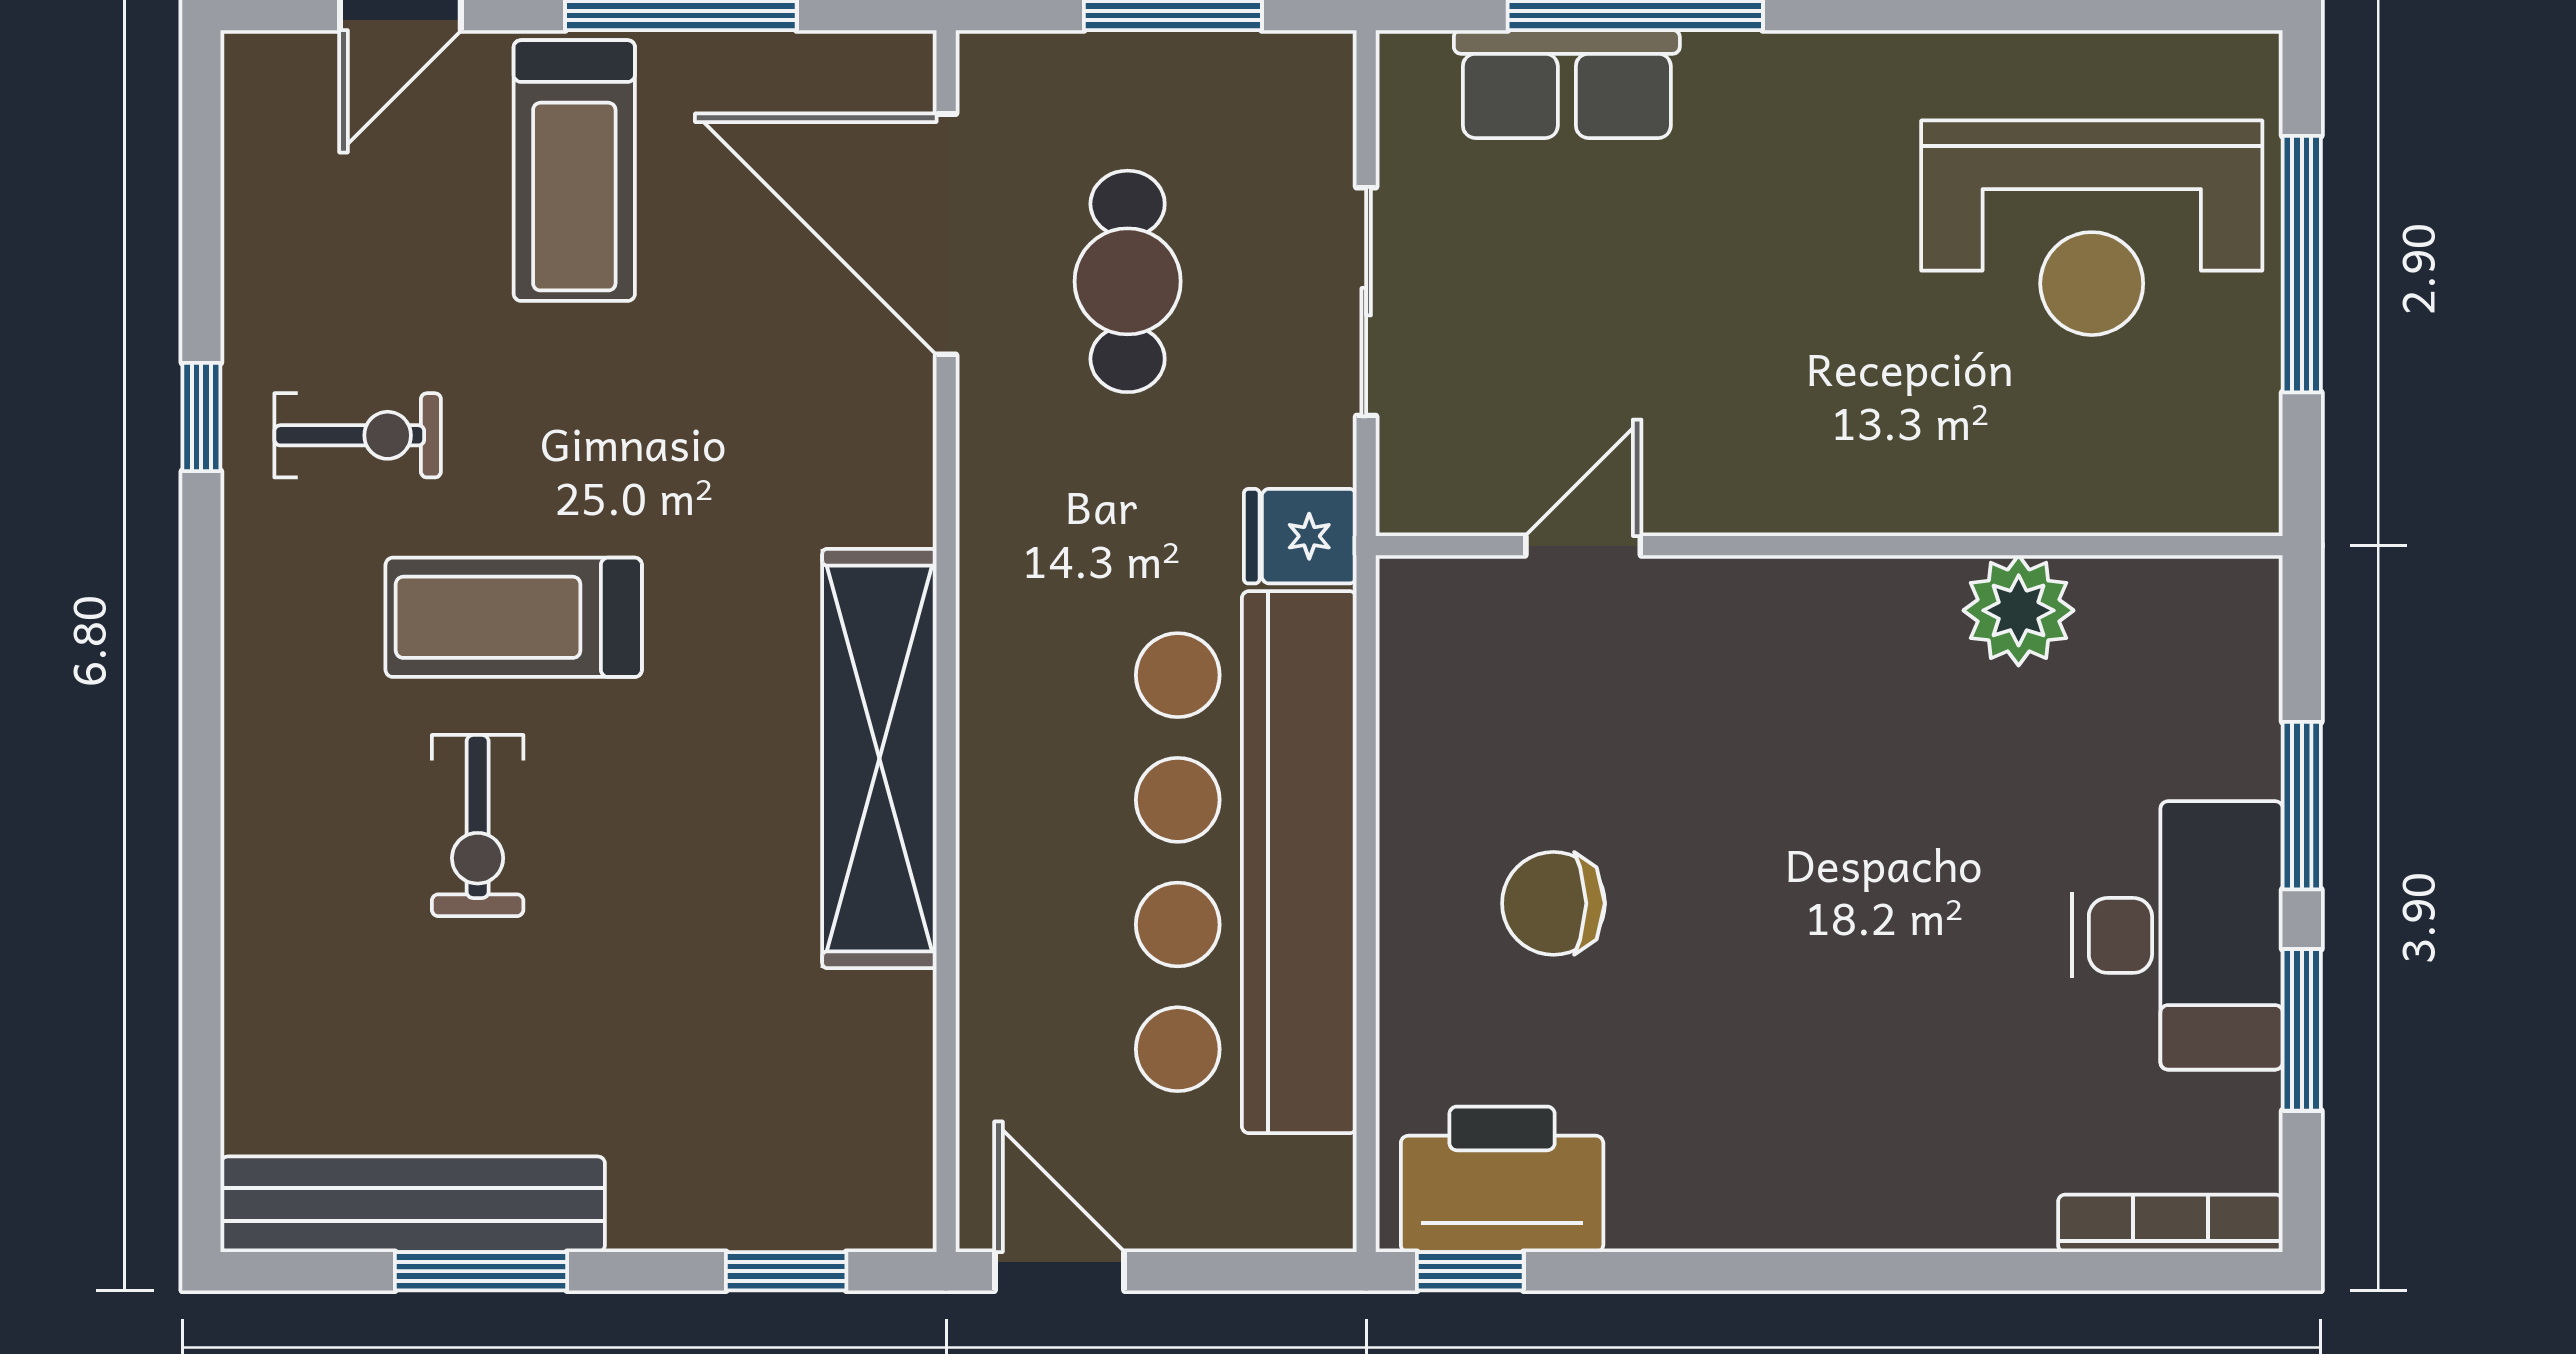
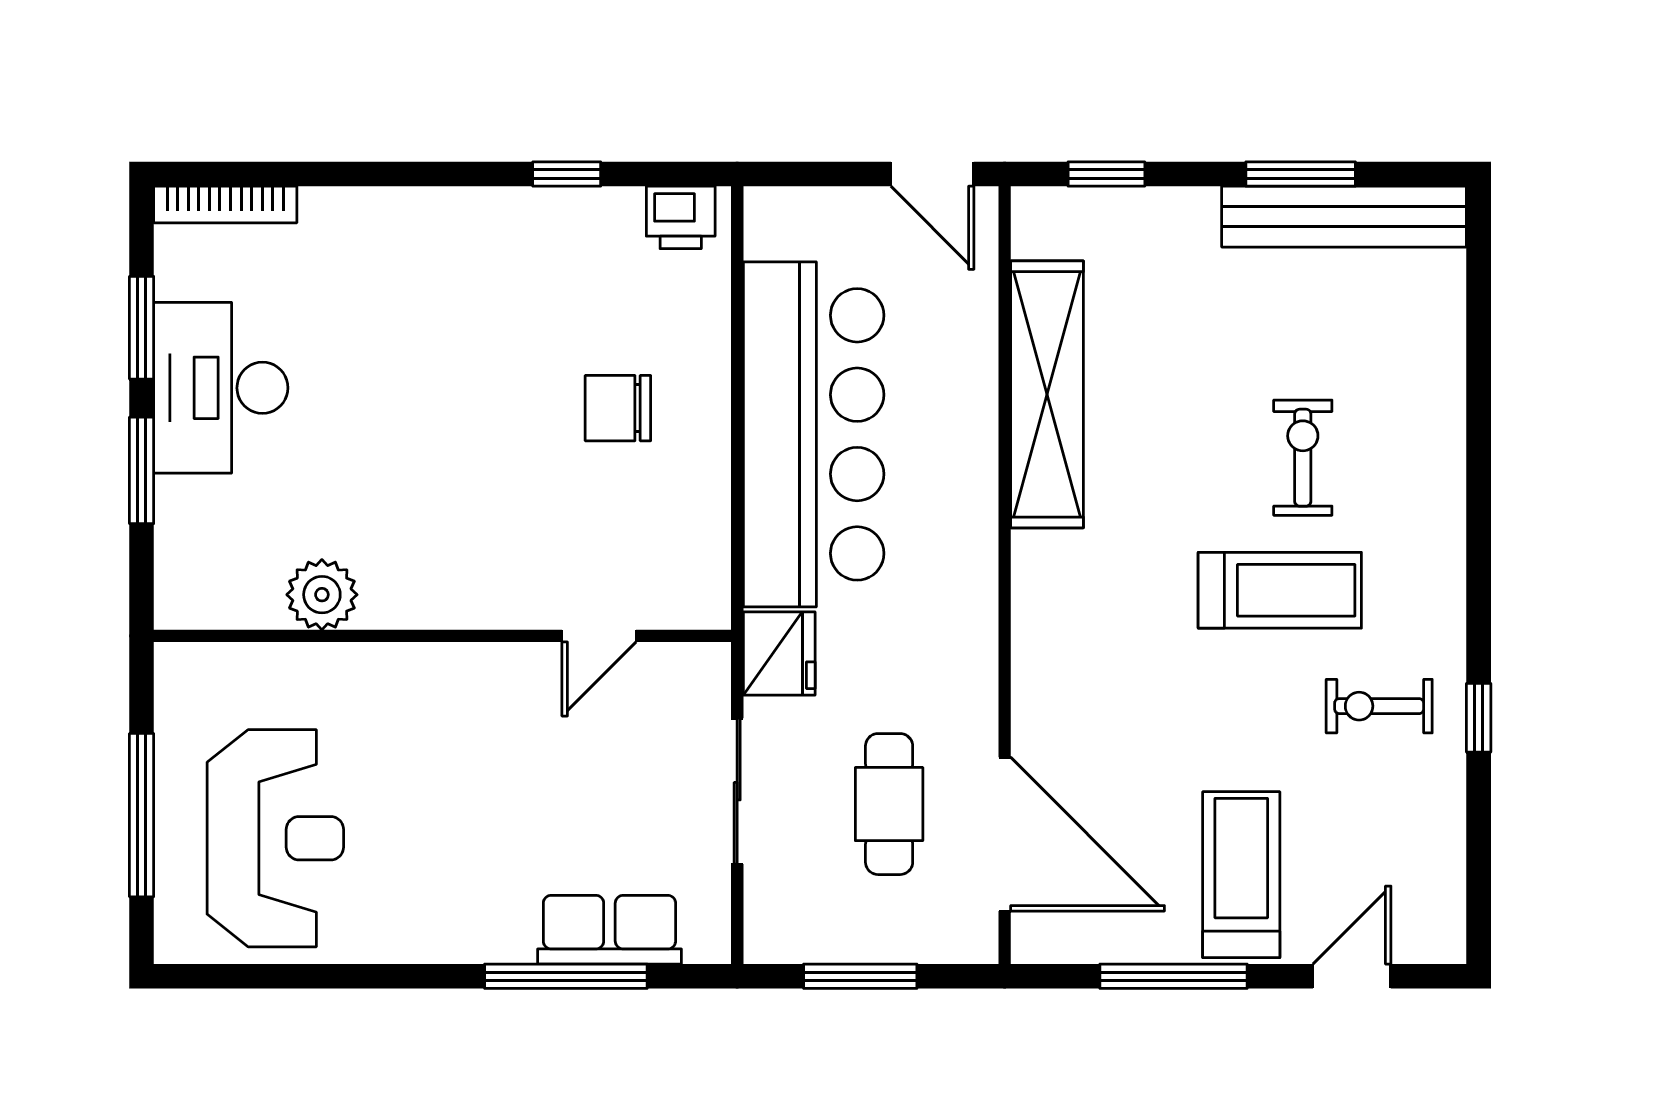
reception desk: (2092, 228) -> (275, 838), turned 90
fridge: (1300, 536) -> (779, 653), width x1.38
shelving: (879, 758) -> (1047, 394), moved
chair: (1553, 903) -> (618, 408), turned 180
printer: (1502, 1179) -> (681, 217), width x0.53, depth x0.68
window: (1470, 1271) -> (567, 174), moved

